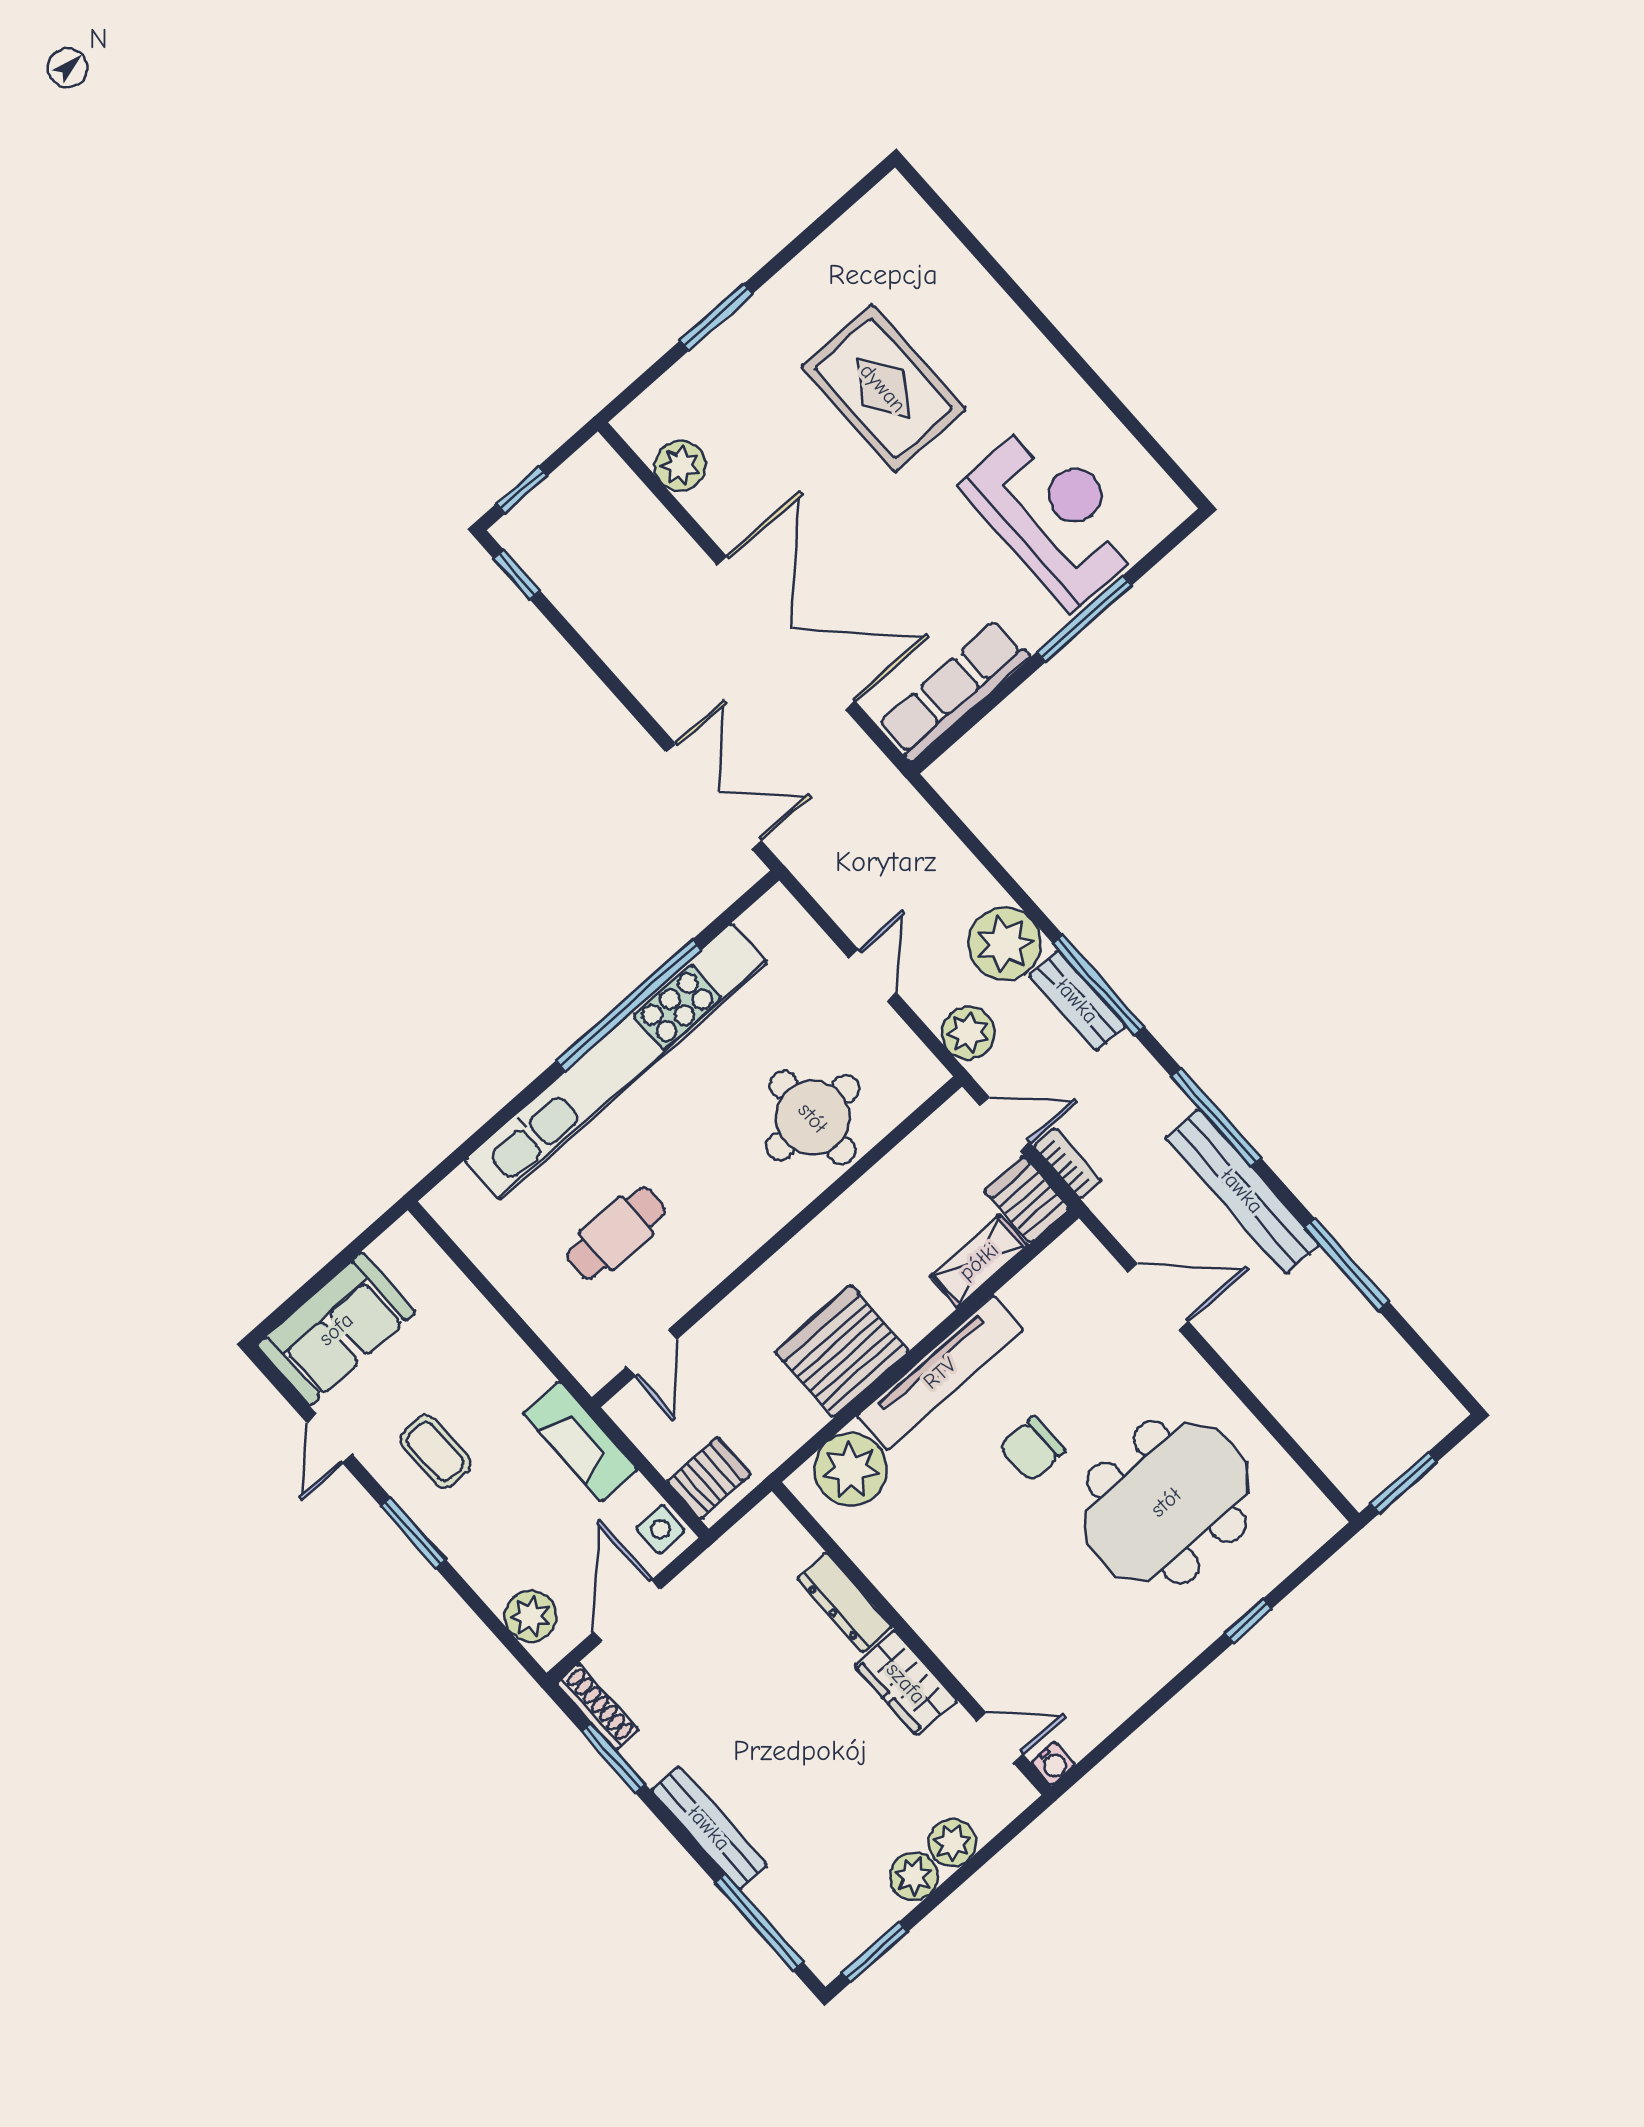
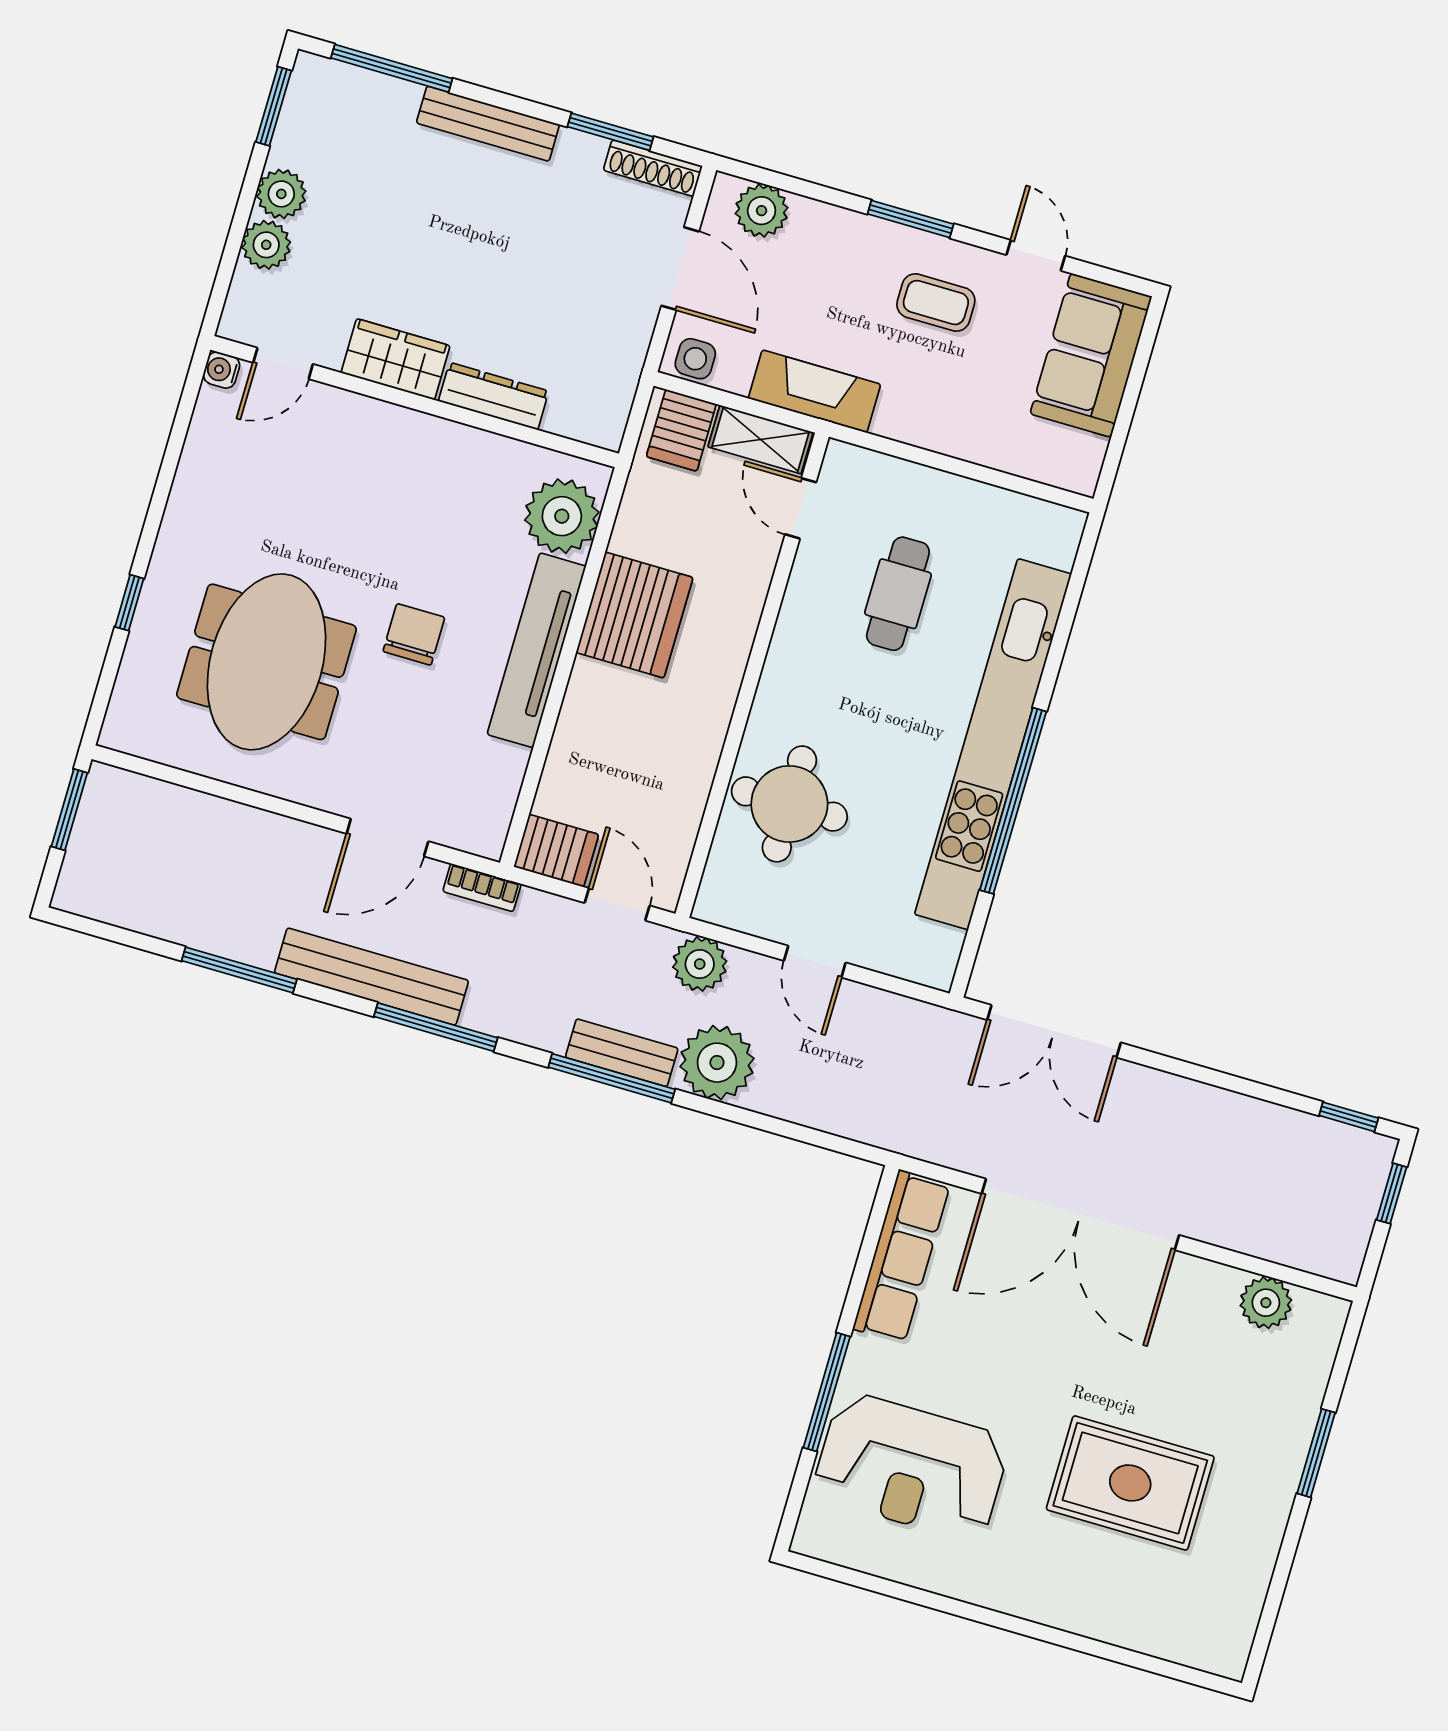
door: (1005, 1124) -> (617, 904), swing flipped
bookcase: (1068, 1163) -> (482, 888), moved
shelving: (979, 1261) -> (761, 439), moved, turned 90

